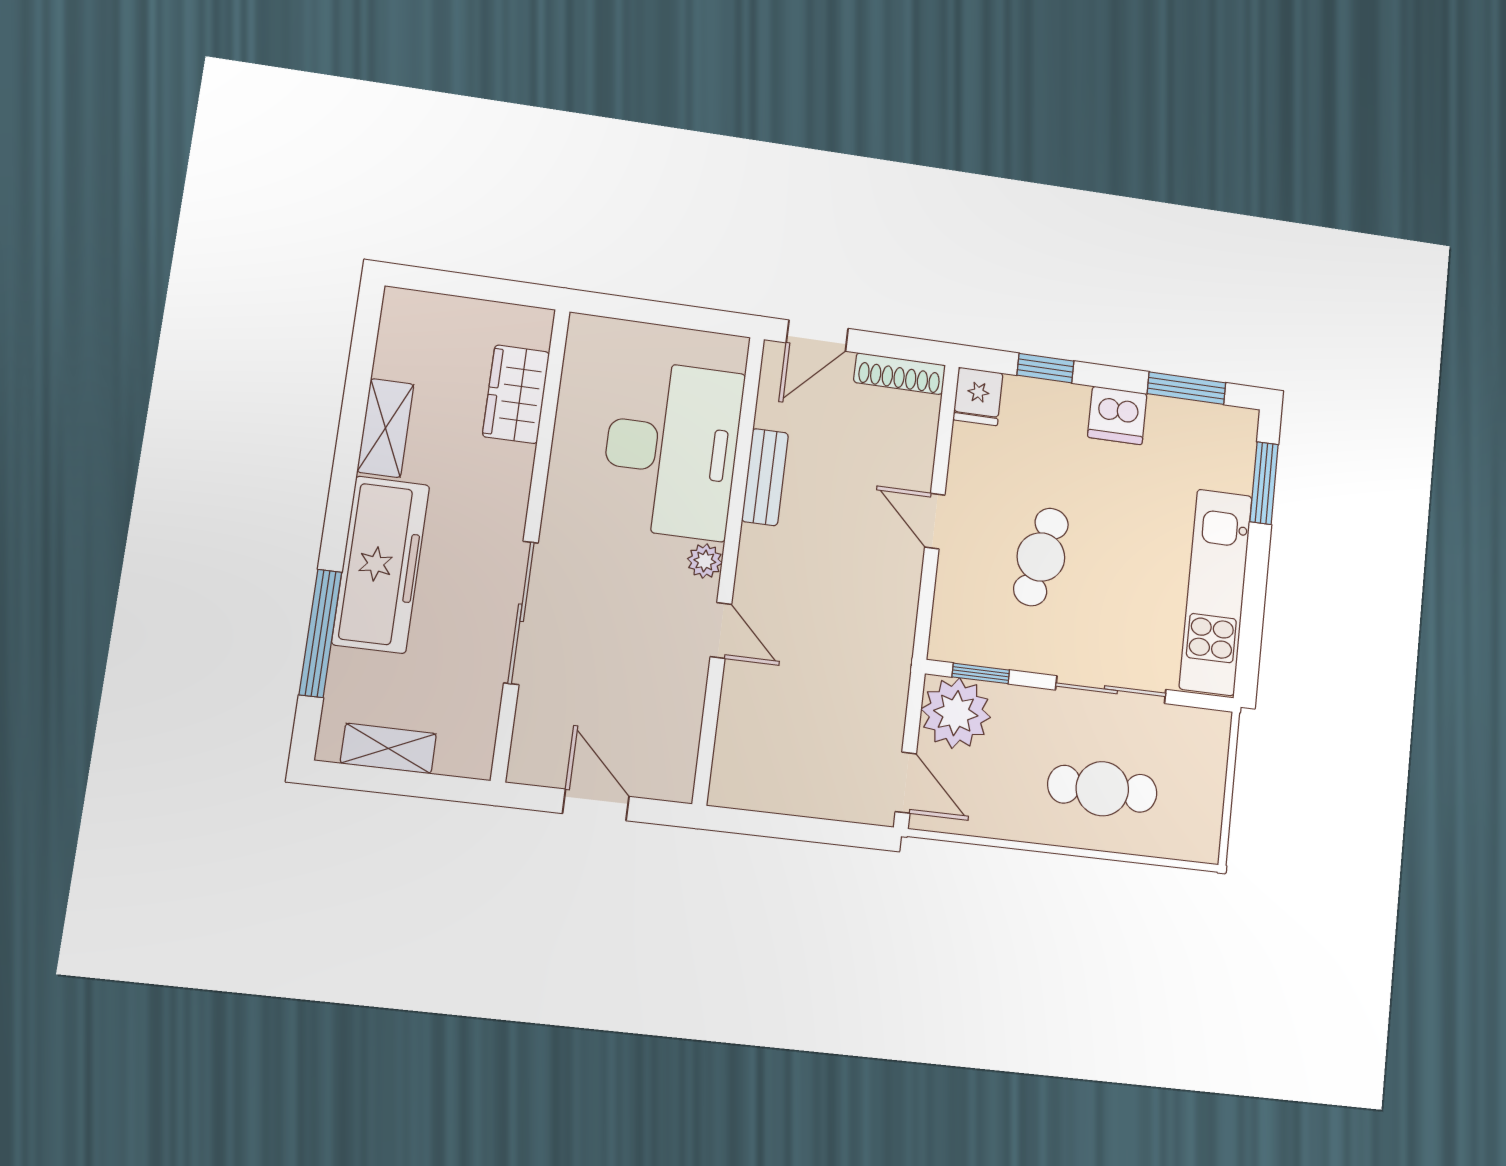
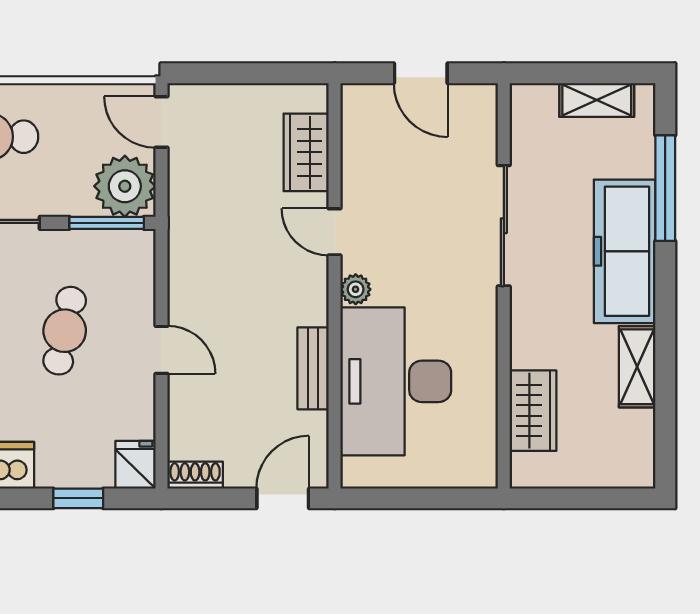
shoe rack: (899, 374) -> (195, 475), width x0.70
window: (981, 673) -> (107, 223), width x1.50
wardrobe: (743, 727) -> (306, 152), added

